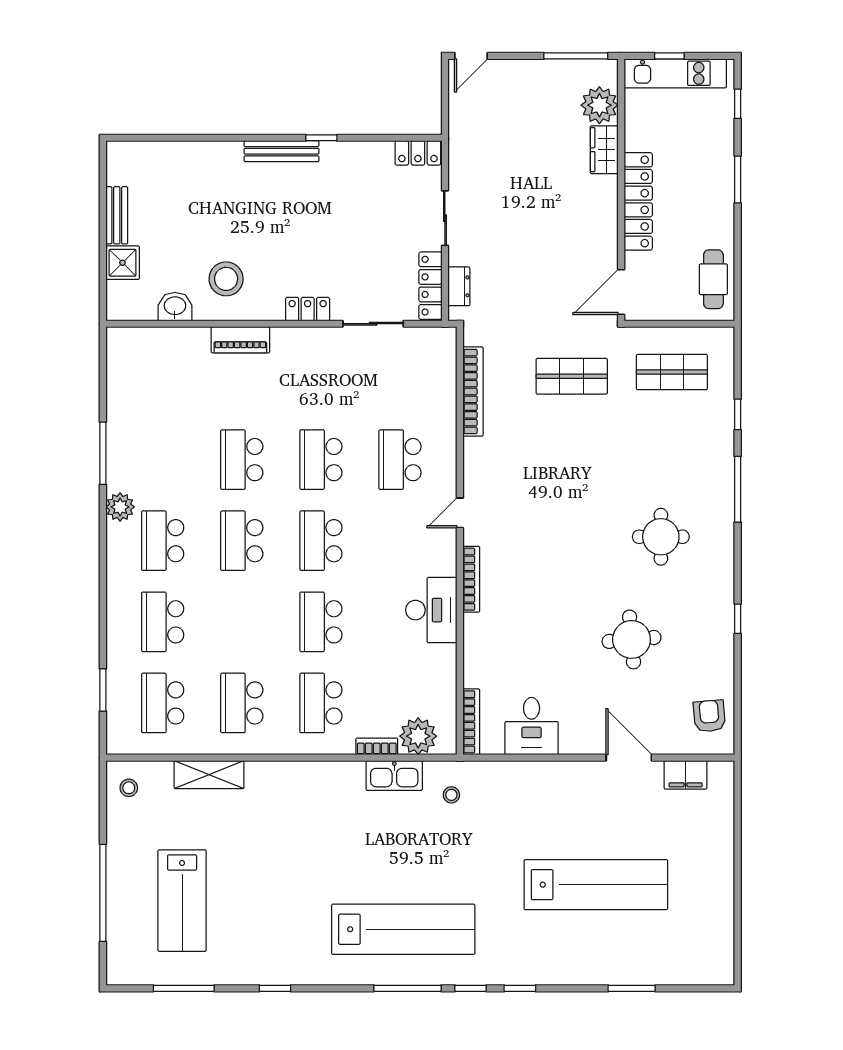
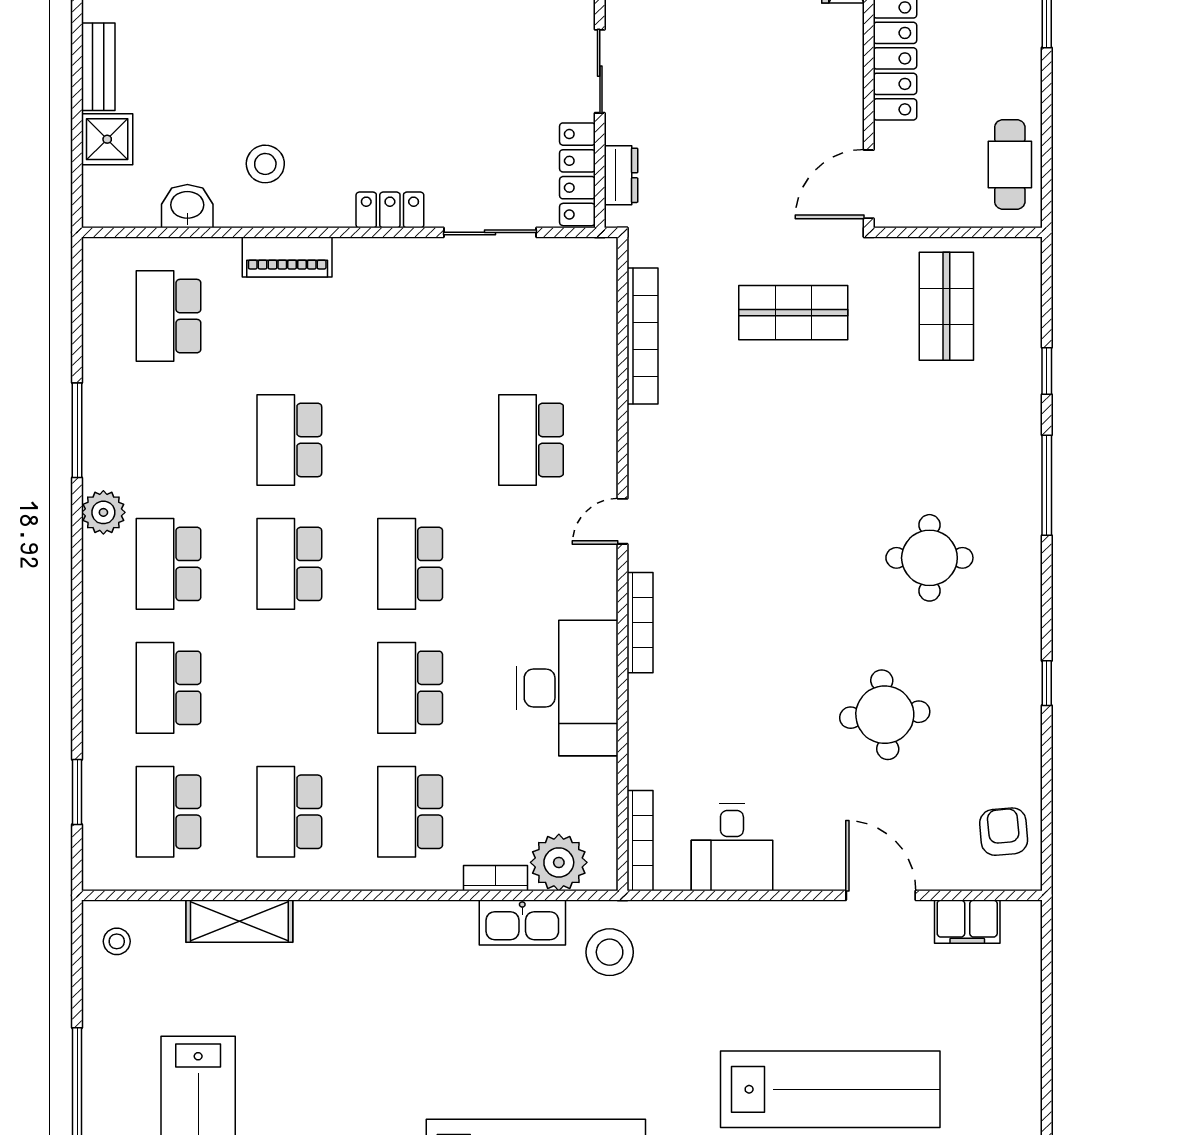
stool: (226, 279) -> (265, 164), width x0.73, depth x0.73
shop shelf: (672, 372) -> (946, 306), turned 90
school desk: (321, 460) -> (168, 316), moved
desk: (431, 610) -> (567, 688), width x1.36, depth x1.30
stool: (451, 795) -> (610, 952), width x1.89, depth x1.89

